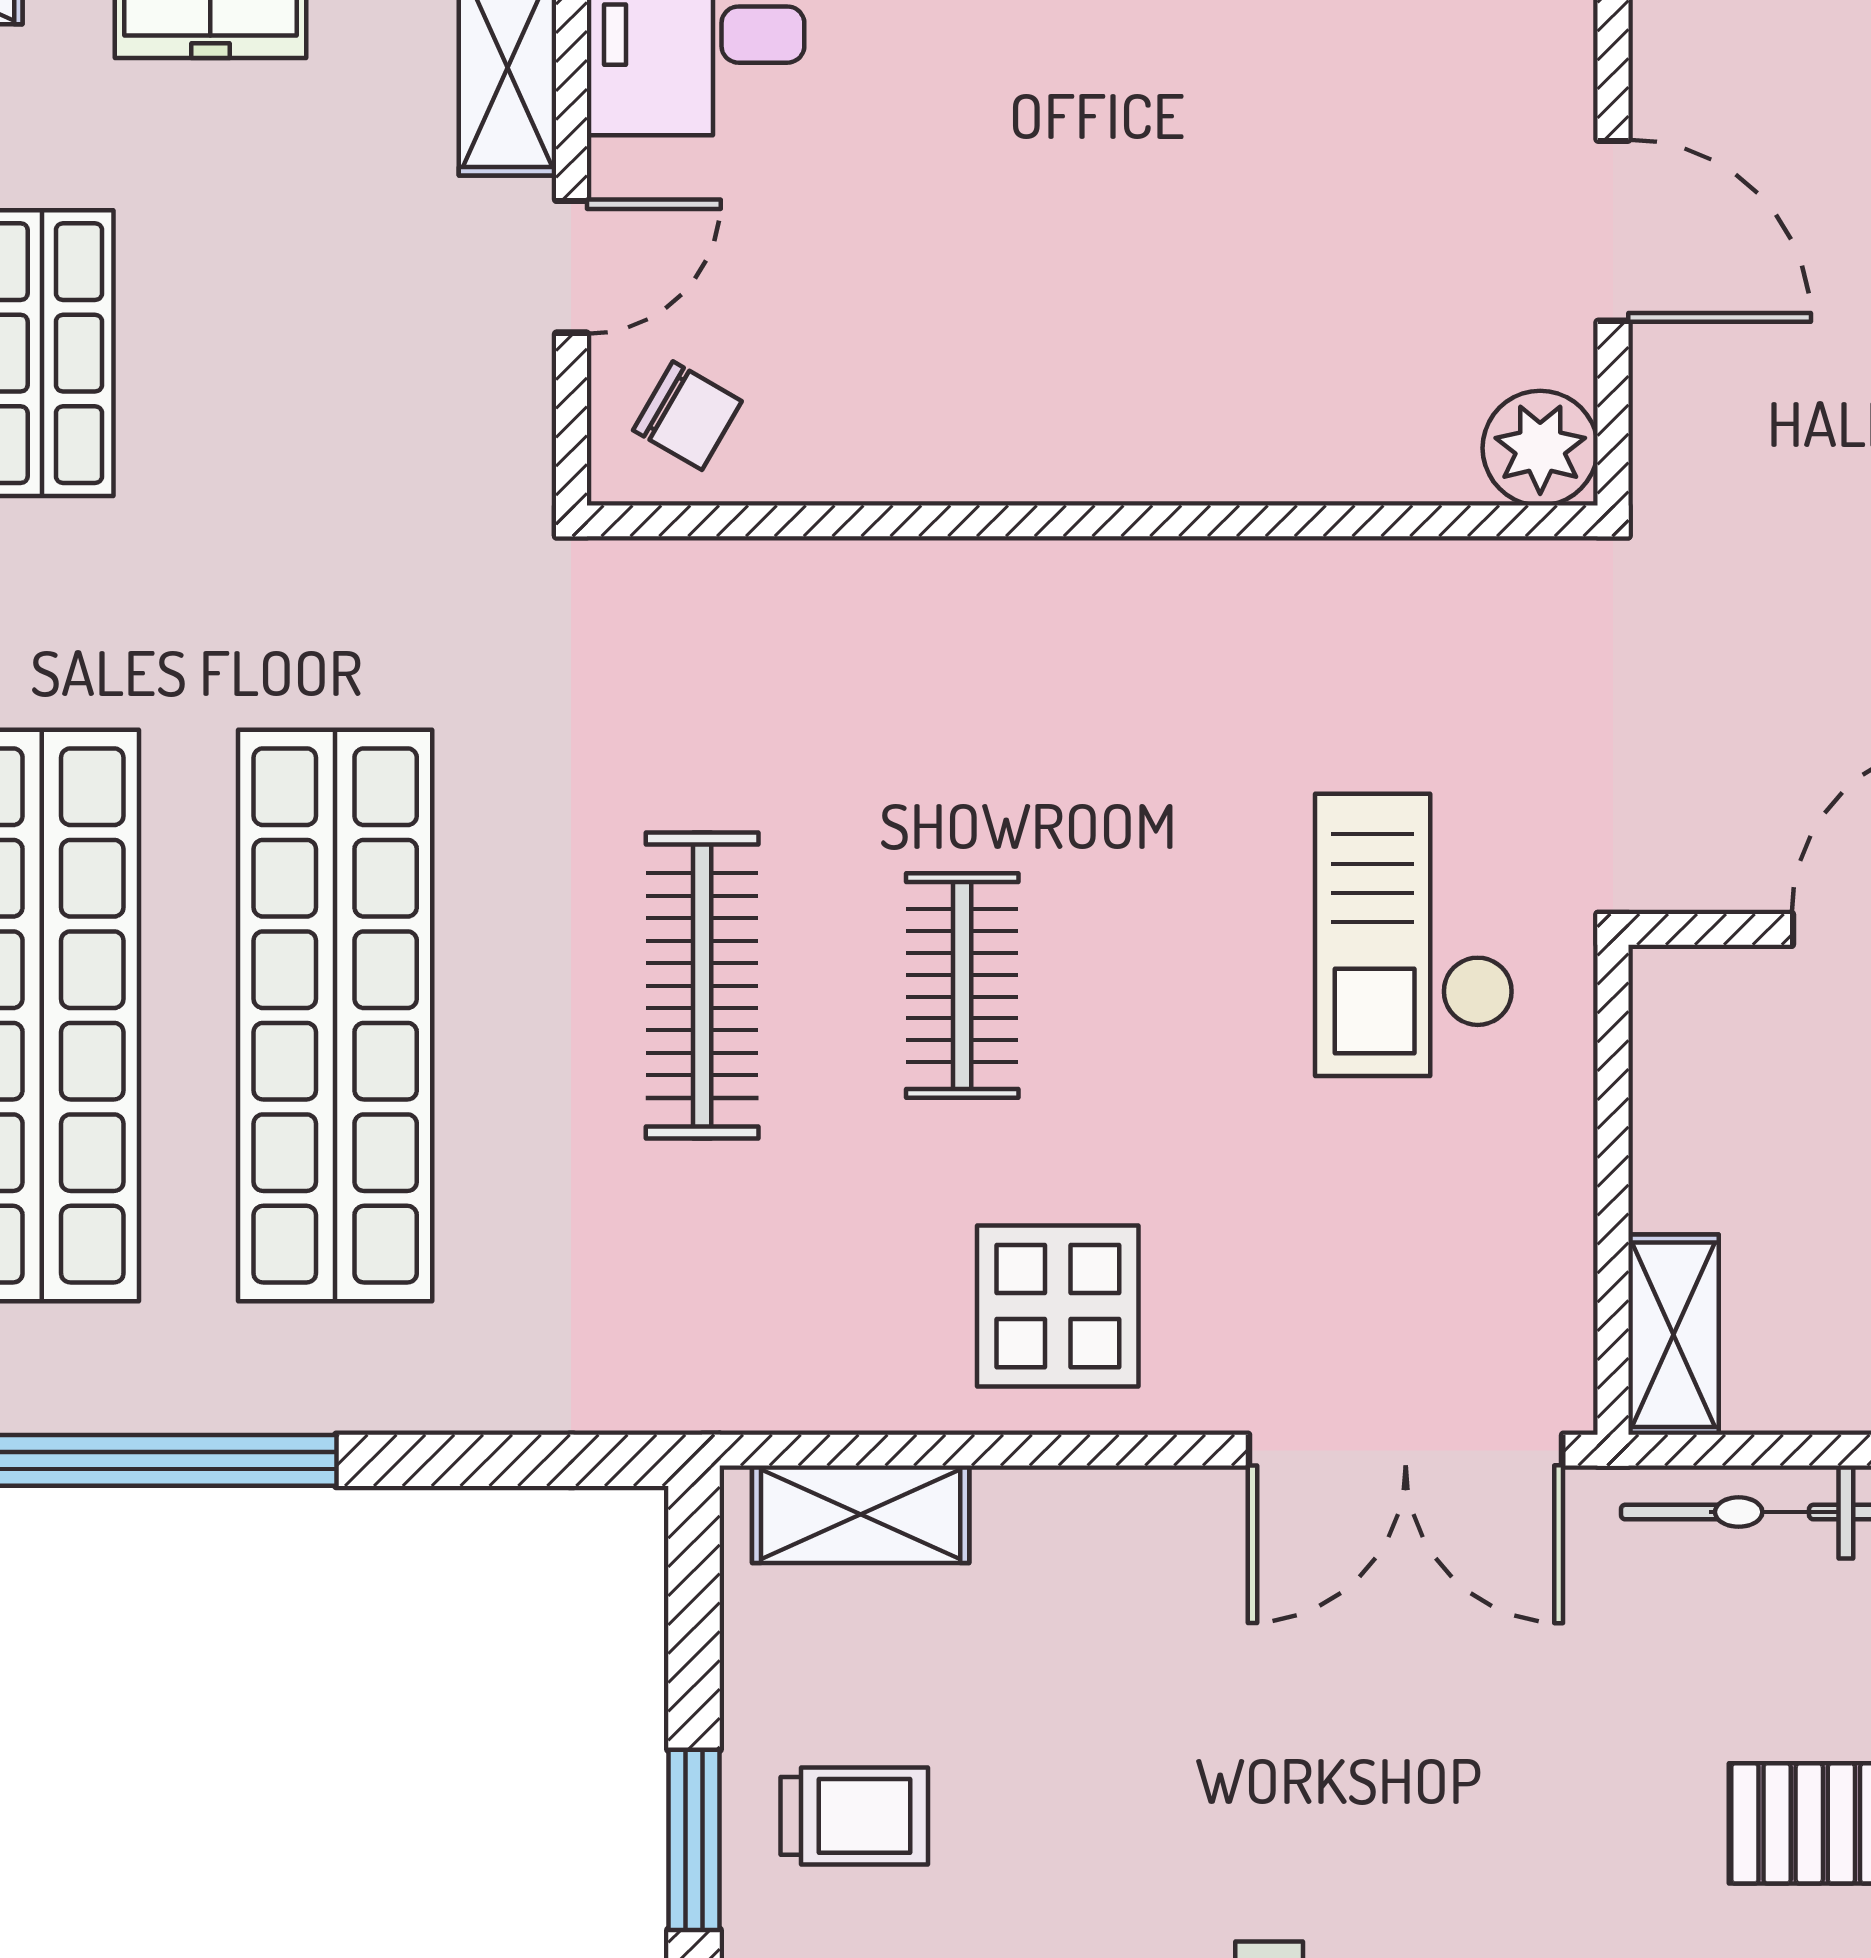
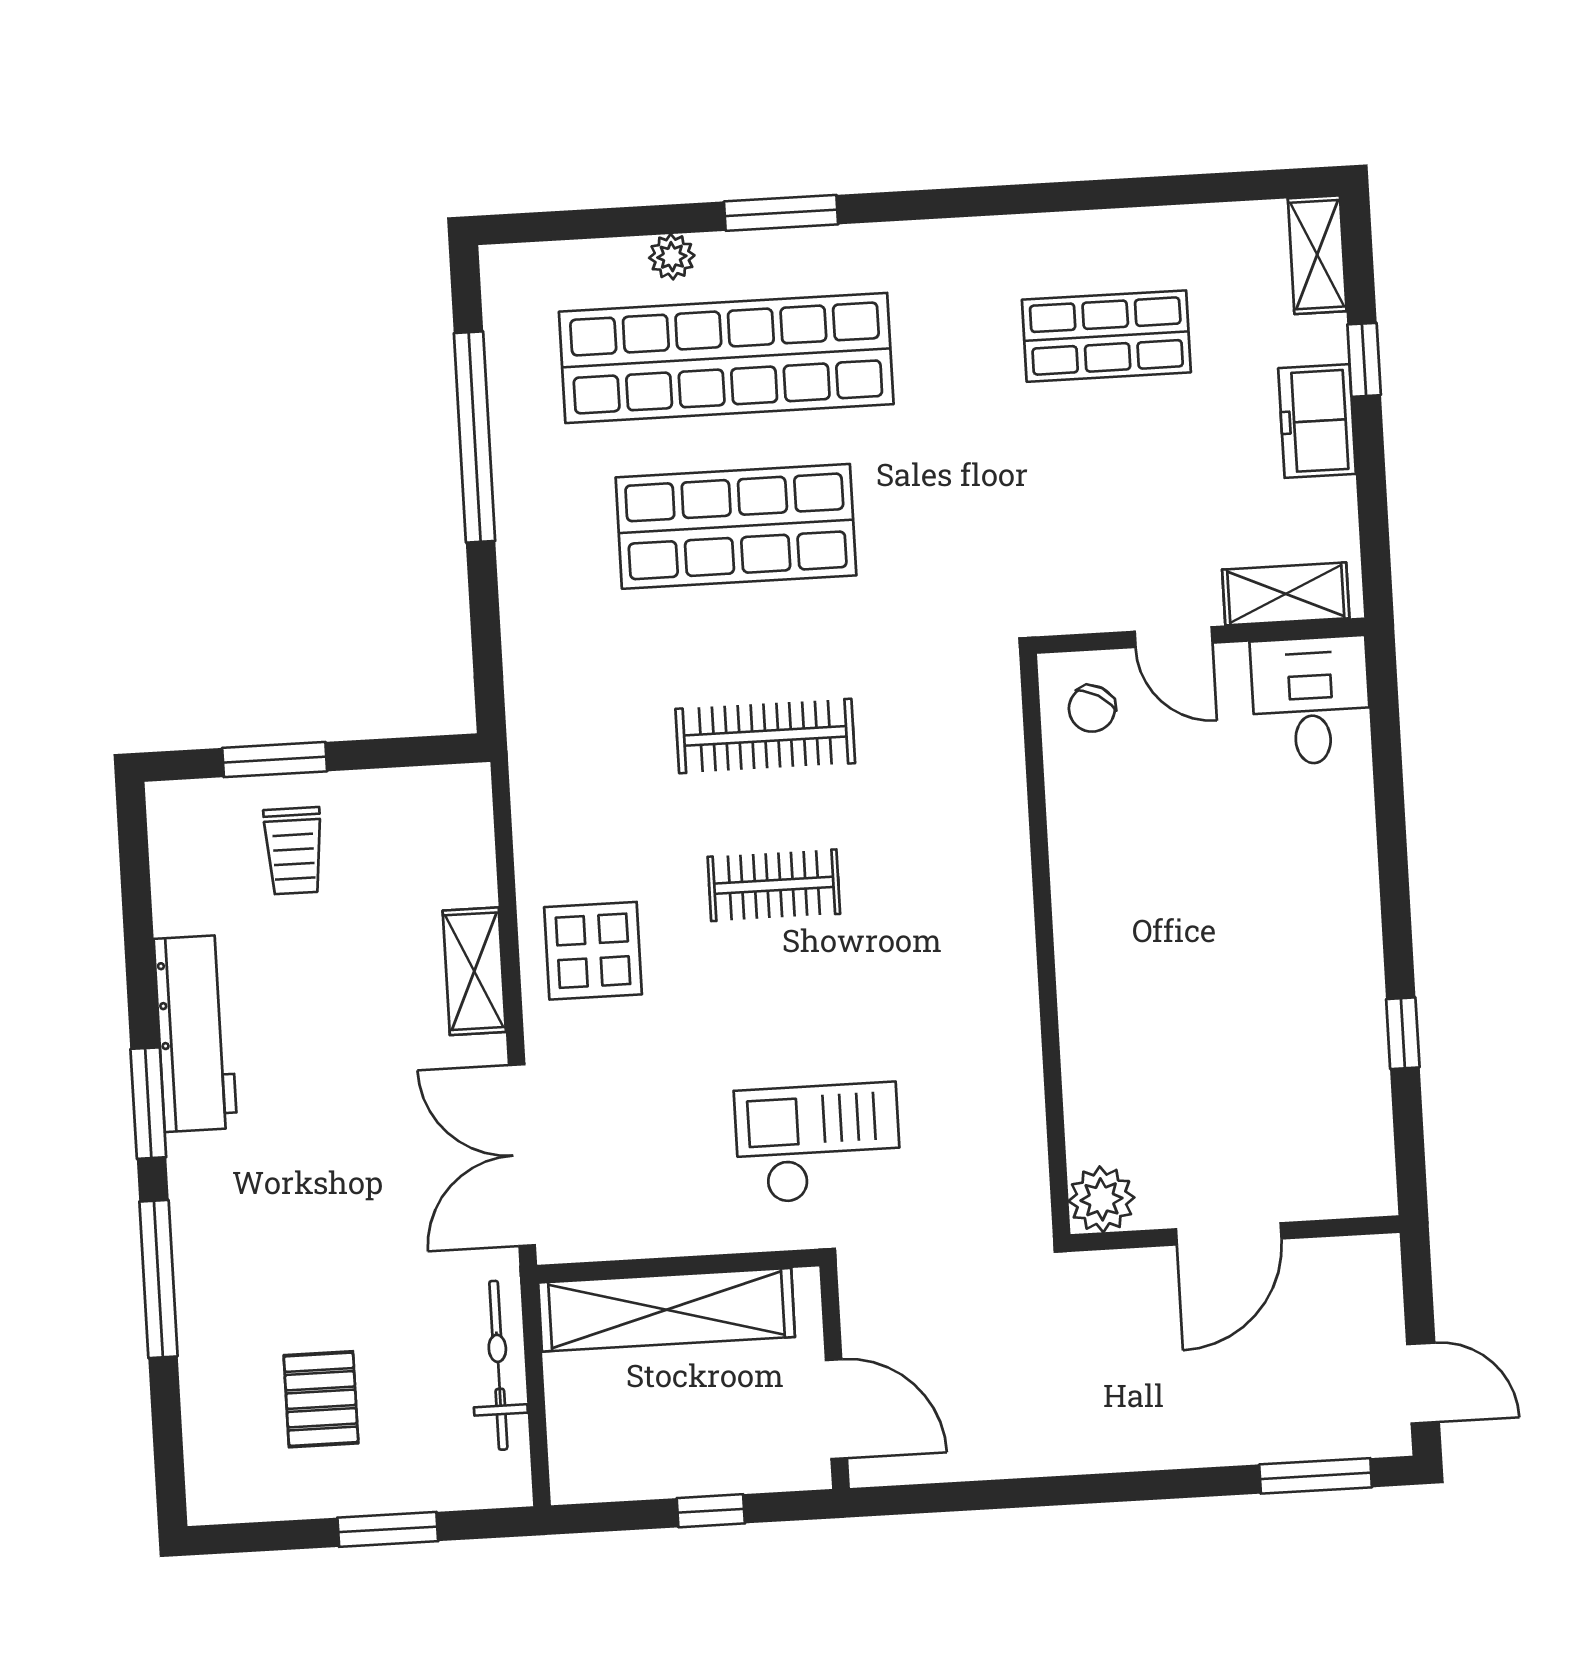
shop shelf: (335, 1015) -> (736, 526), width x0.71
shelving: (1673, 1335) -> (666, 1310), width x2.20, depth x1.33
shelving: (861, 1514) -> (474, 971), moved

